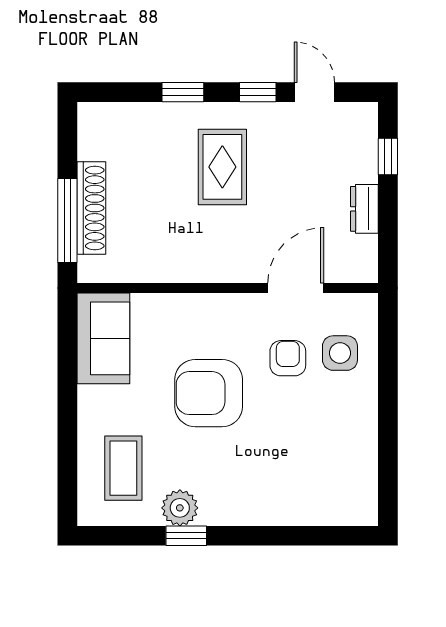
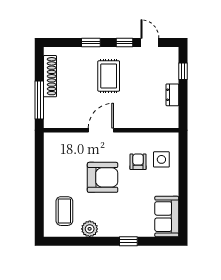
shoe rack: (91, 208) -> (50, 76), moved
door: (296, 288) -> (101, 130), moved
sofa: (103, 338) -> (167, 217), moved, turned 180
armchair: (209, 393) -> (103, 177), turned 180
window: (186, 536) -> (128, 241), moved

